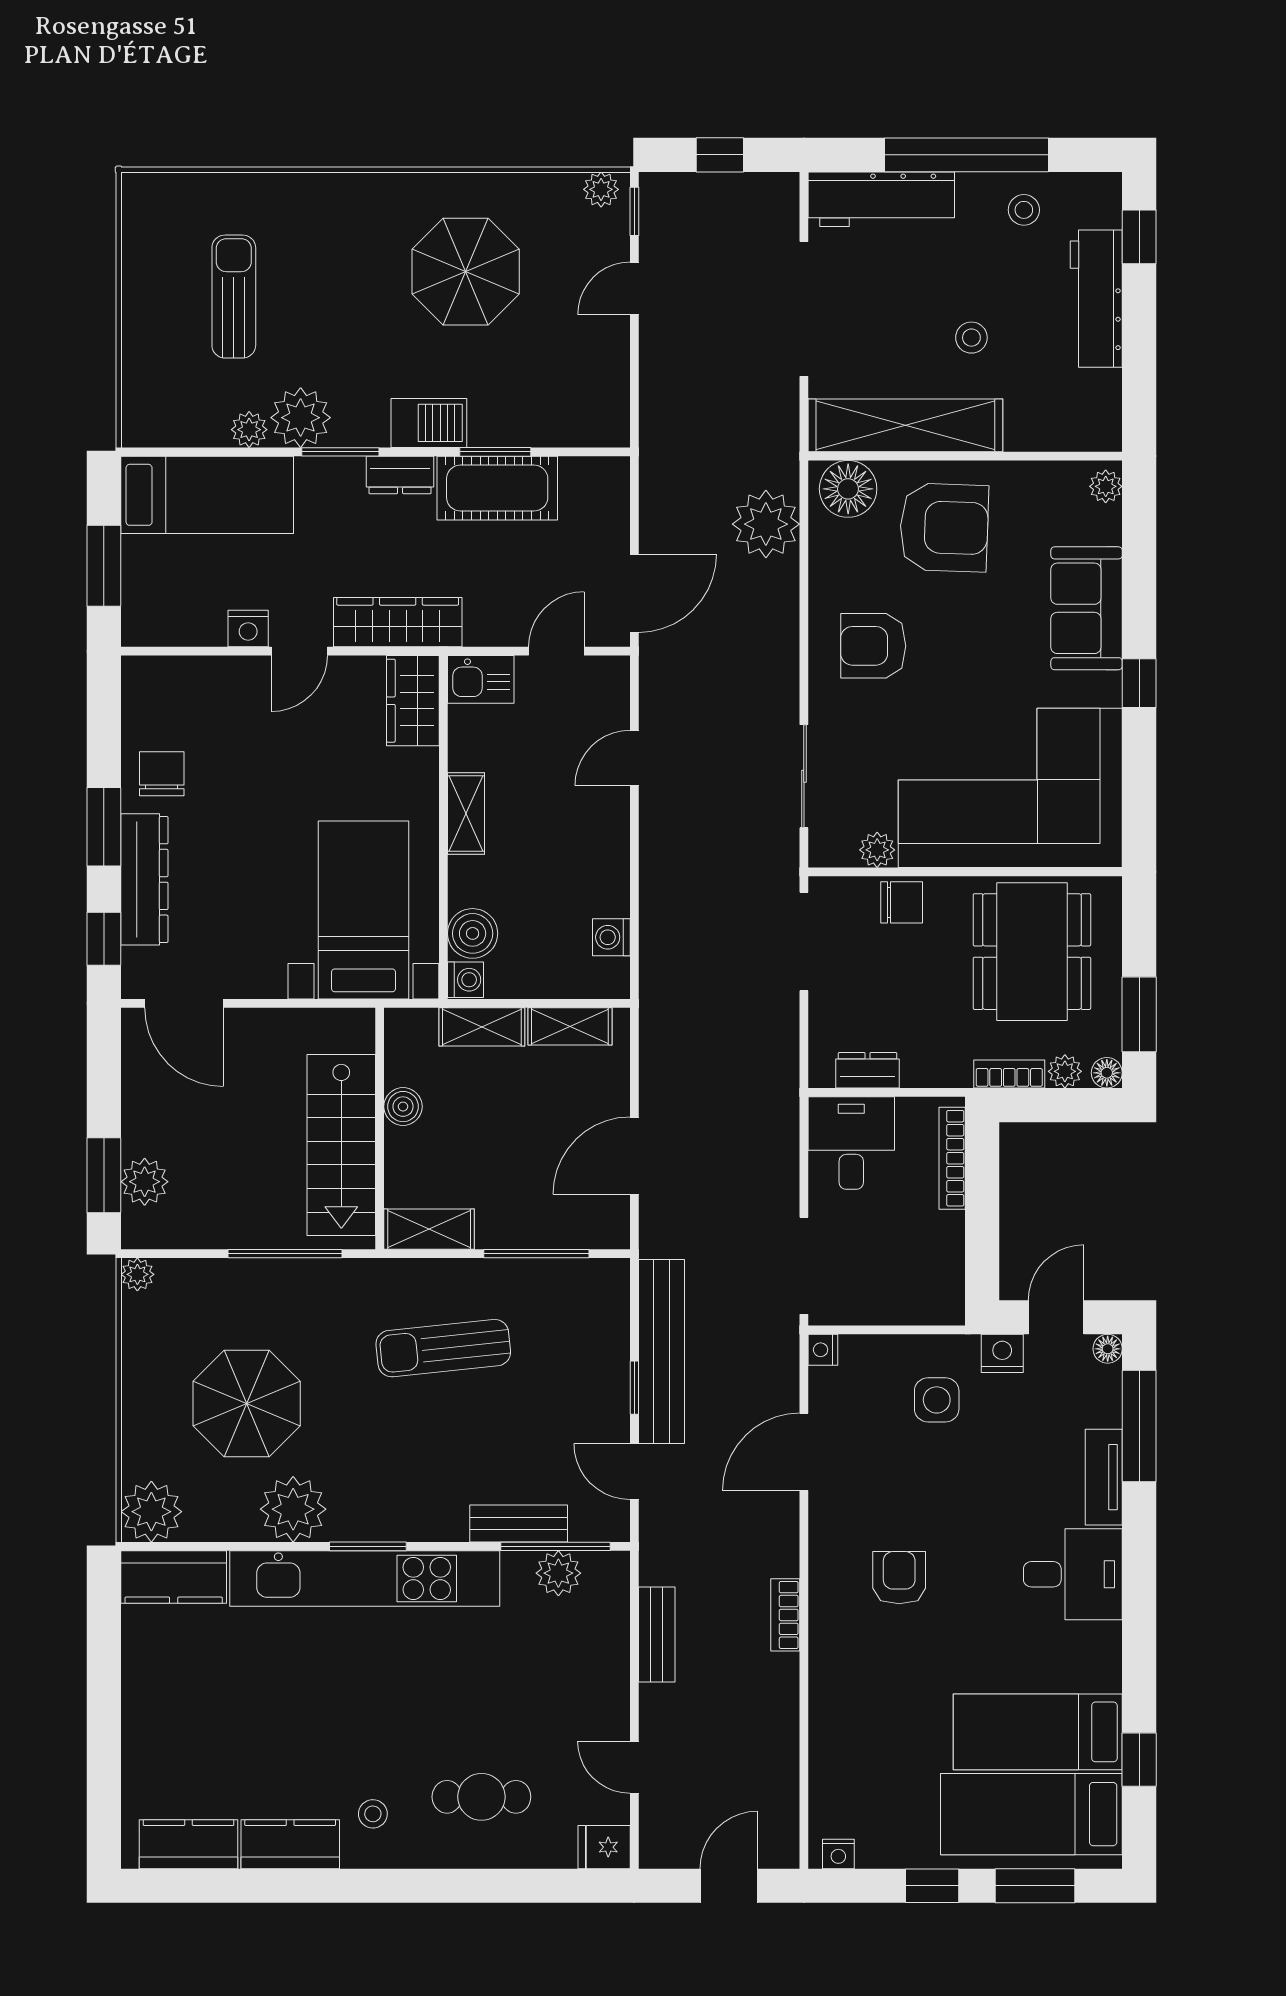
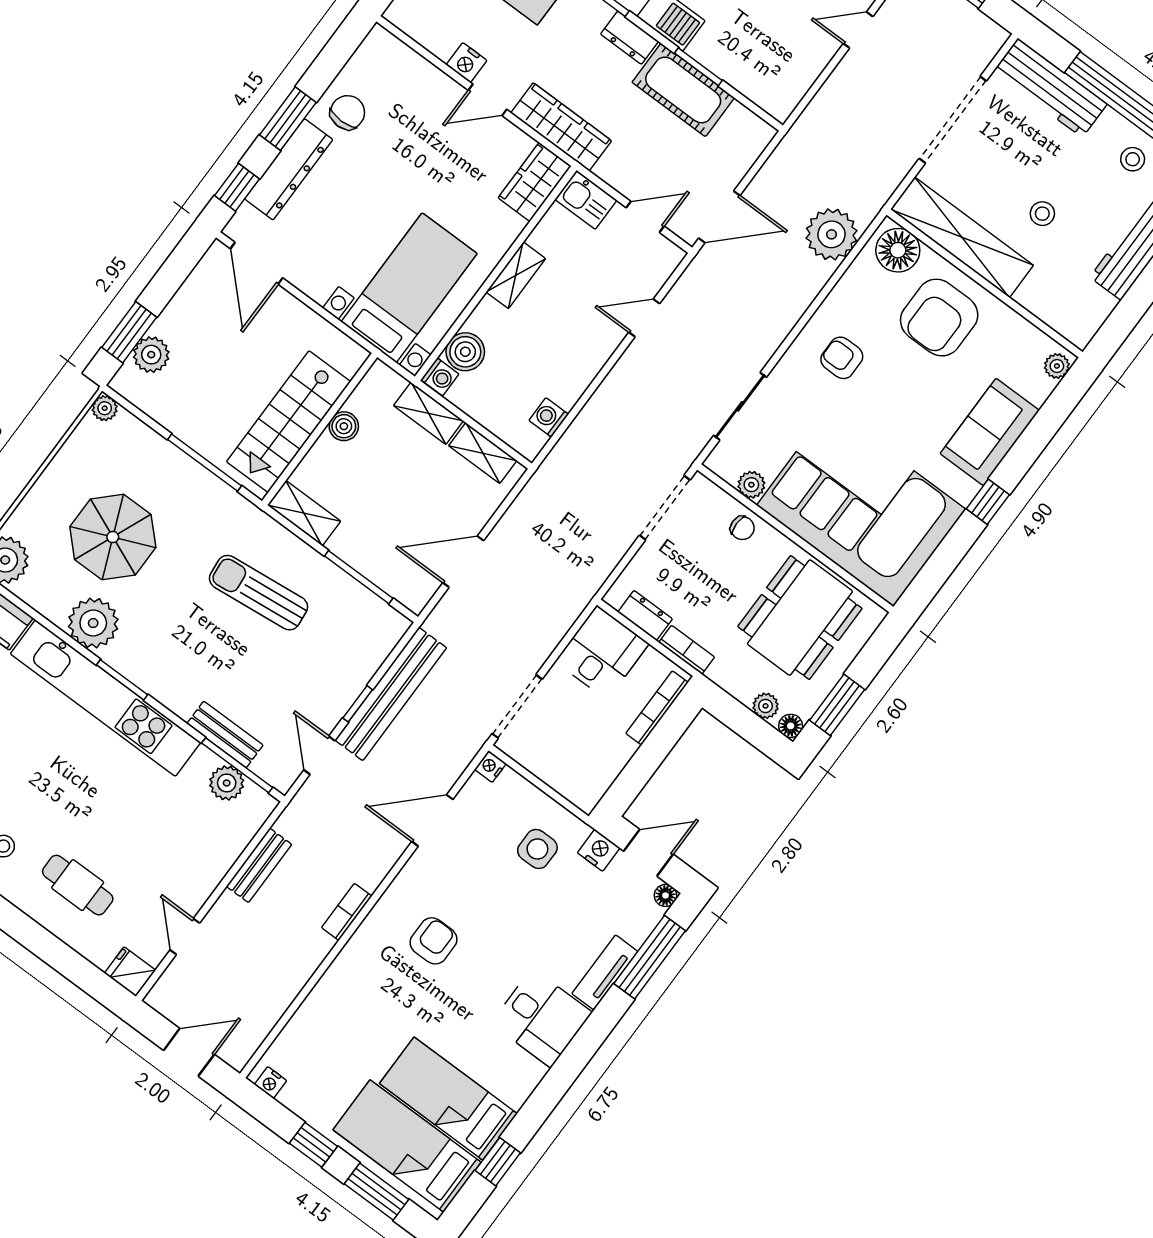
armchair: (944, 527) -> (939, 318), turned 88
armchair: (873, 646) -> (842, 358), width x0.72, depth x0.72
chair: (902, 902) -> (742, 528), width x0.73, depth x0.73
bookcase: (1009, 1074) -> (687, 650), moved

